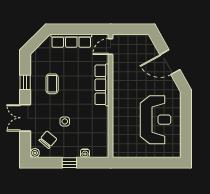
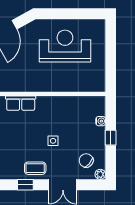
coffee table: (52, 84) -> (35, 168), moved
row of seats: (102, 85) -> (21, 103), width x0.68
side table: (65, 121) -> (53, 141), moved

